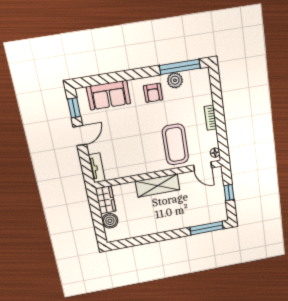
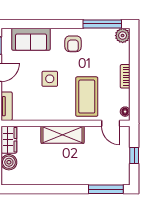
plant: (175, 80) -> (123, 36), moved
side table: (135, 133) -> (50, 79), added

